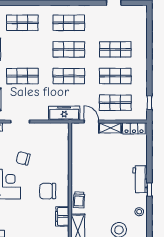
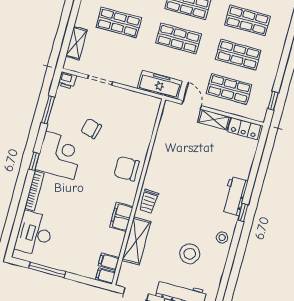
chair: (48, 191) -> (127, 169), moved

